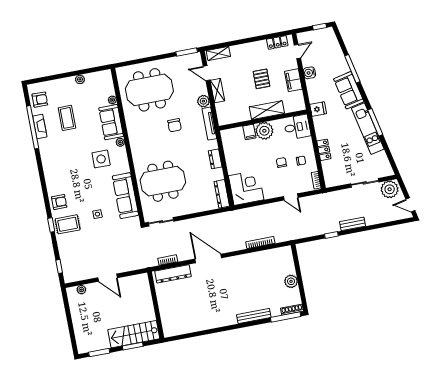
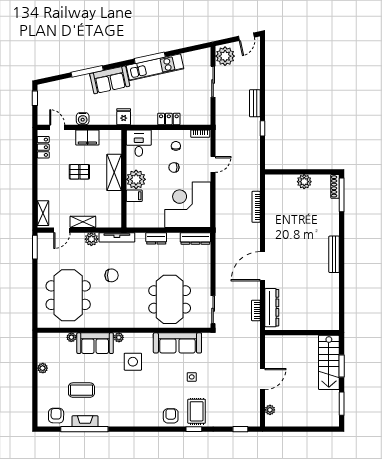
corner desk: (246, 188) -> (188, 205), width x1.36, depth x1.36
bench: (254, 316) -> (334, 254), moved

